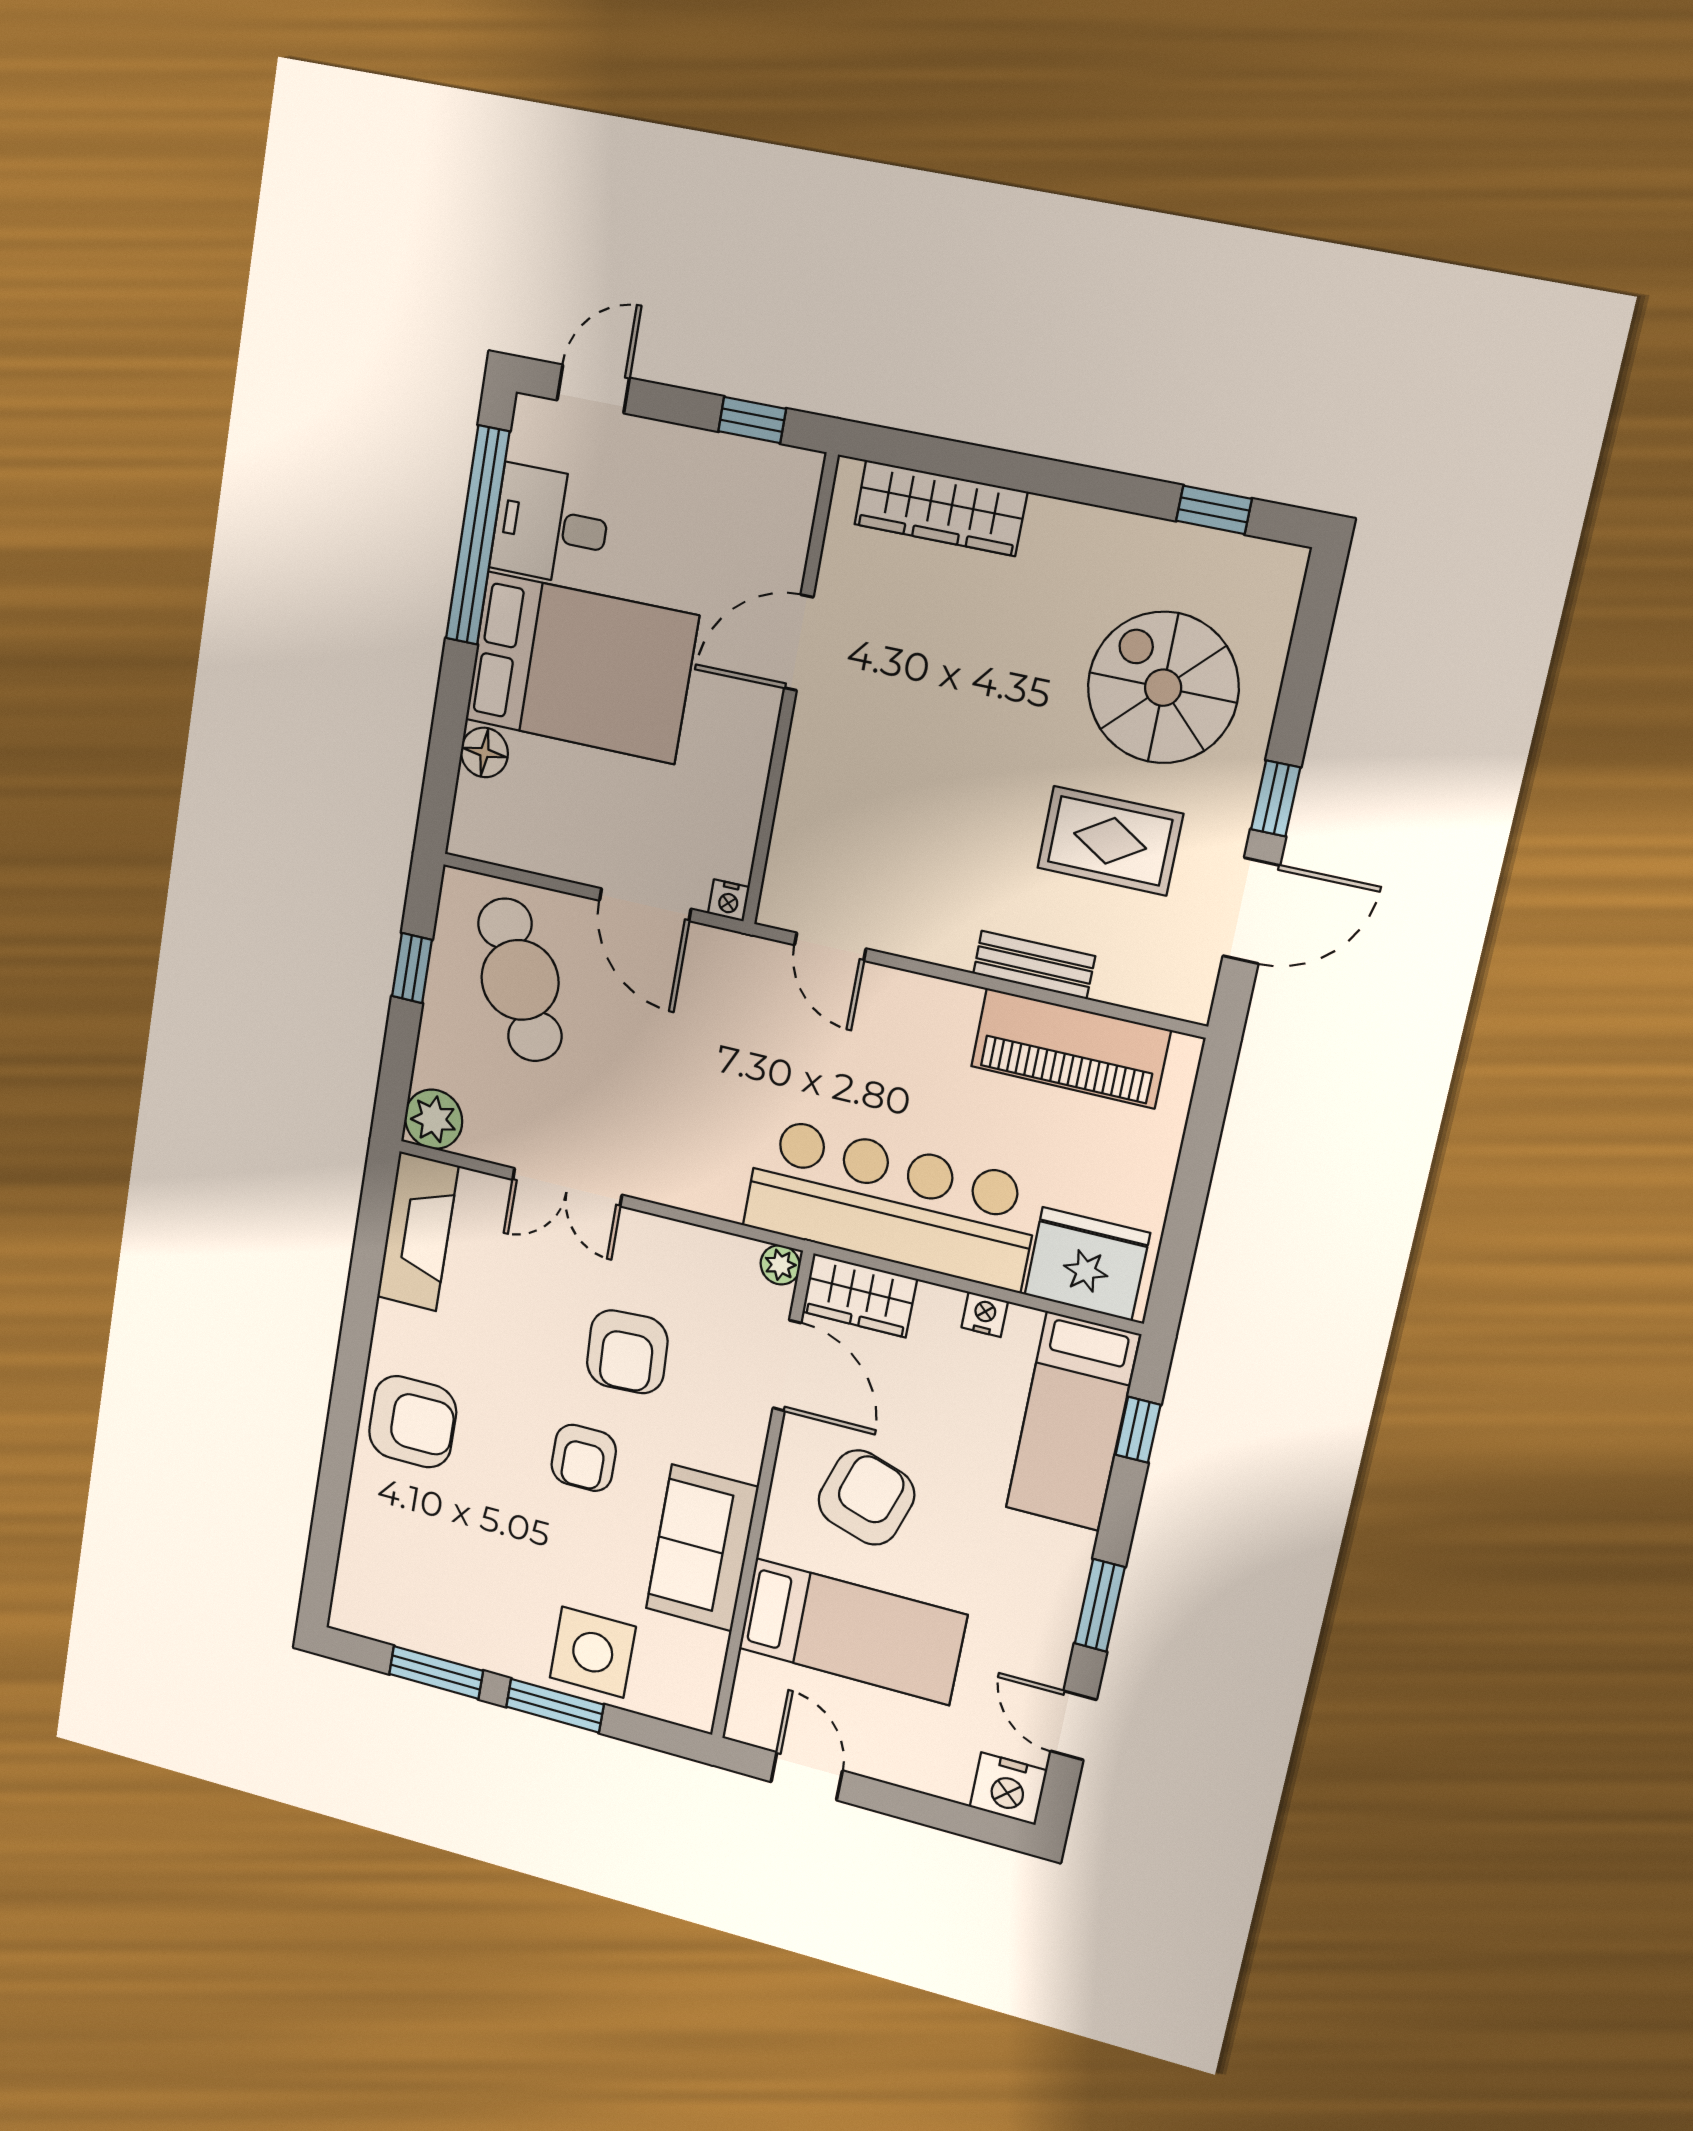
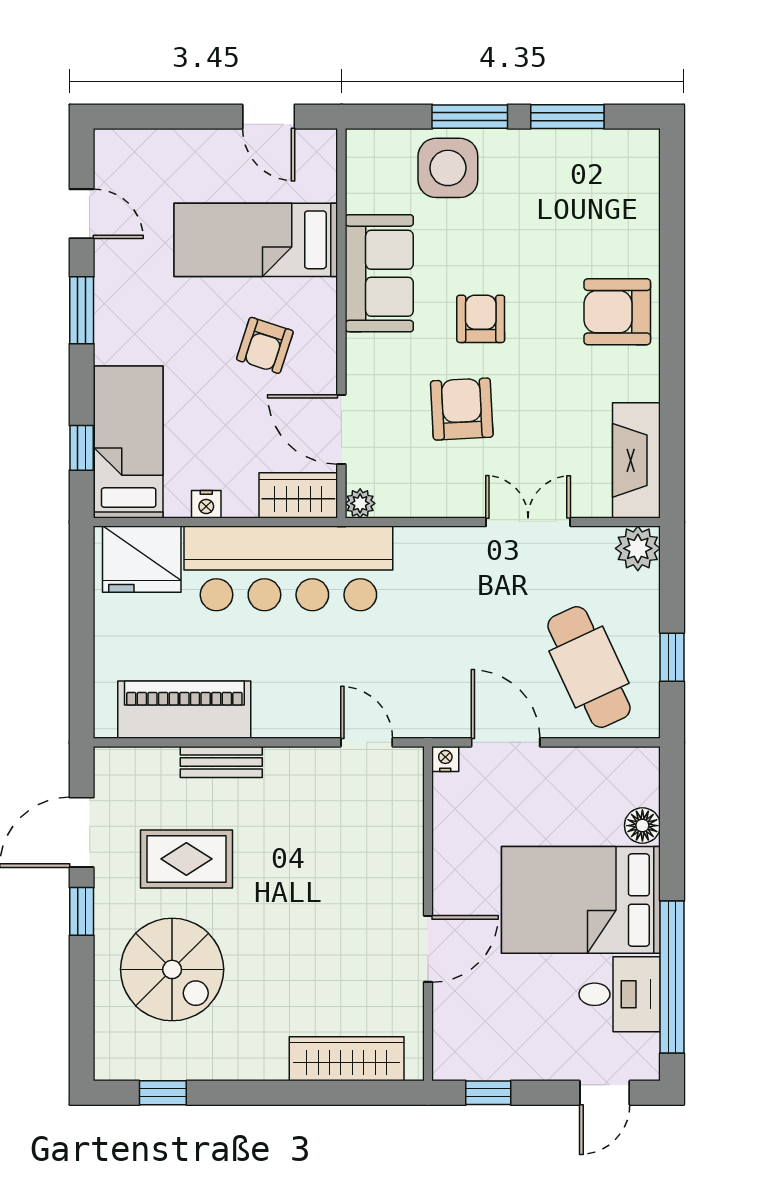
armchair: (866, 1498) -> (265, 345), width x0.72, depth x0.72
nightstand: (1008, 1789) -> (119, 151), removed

